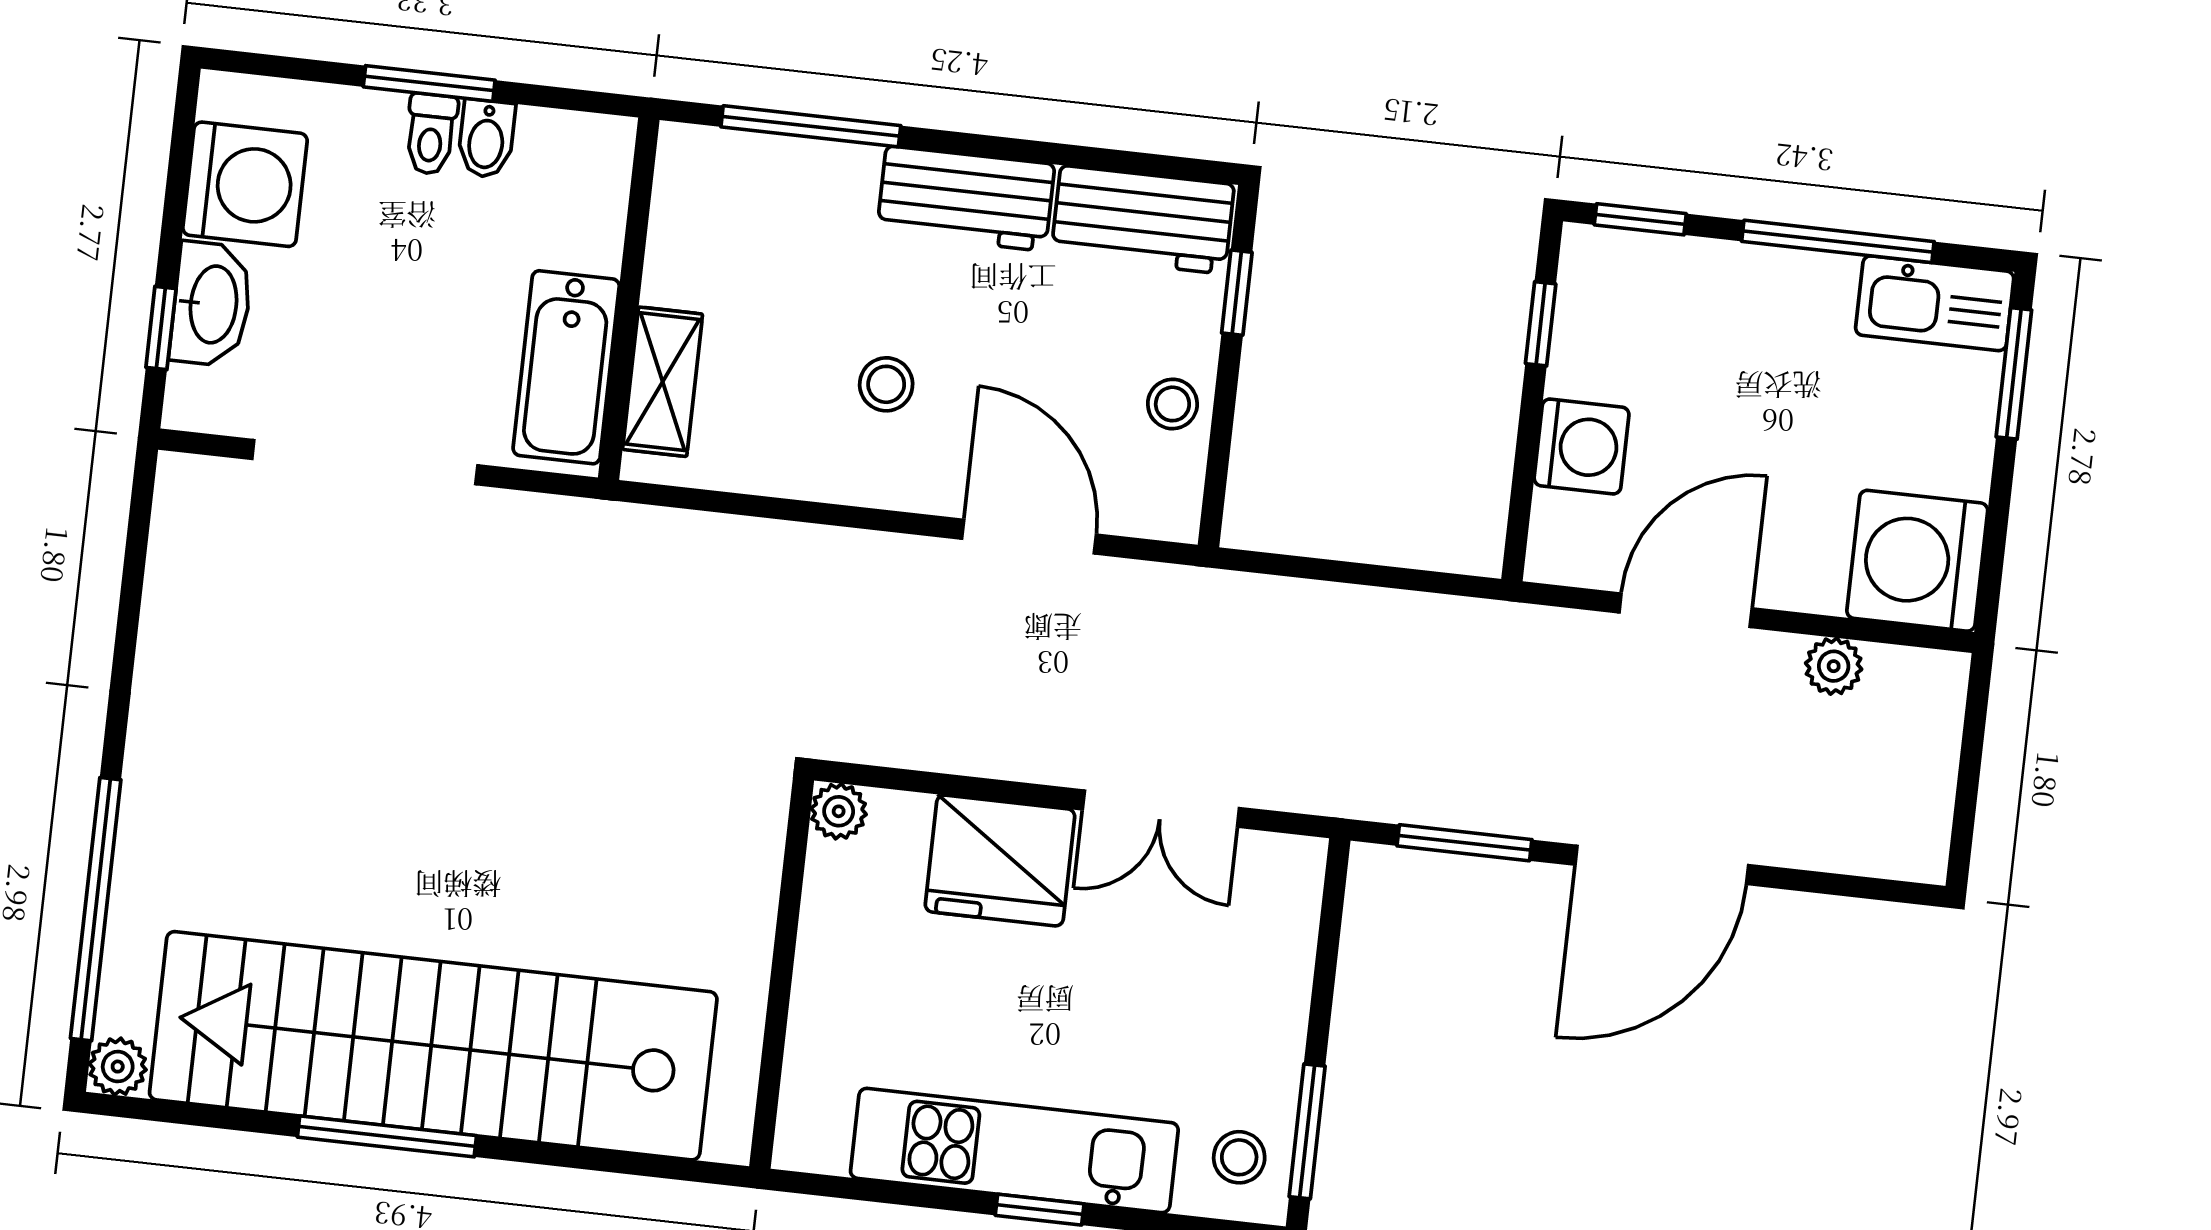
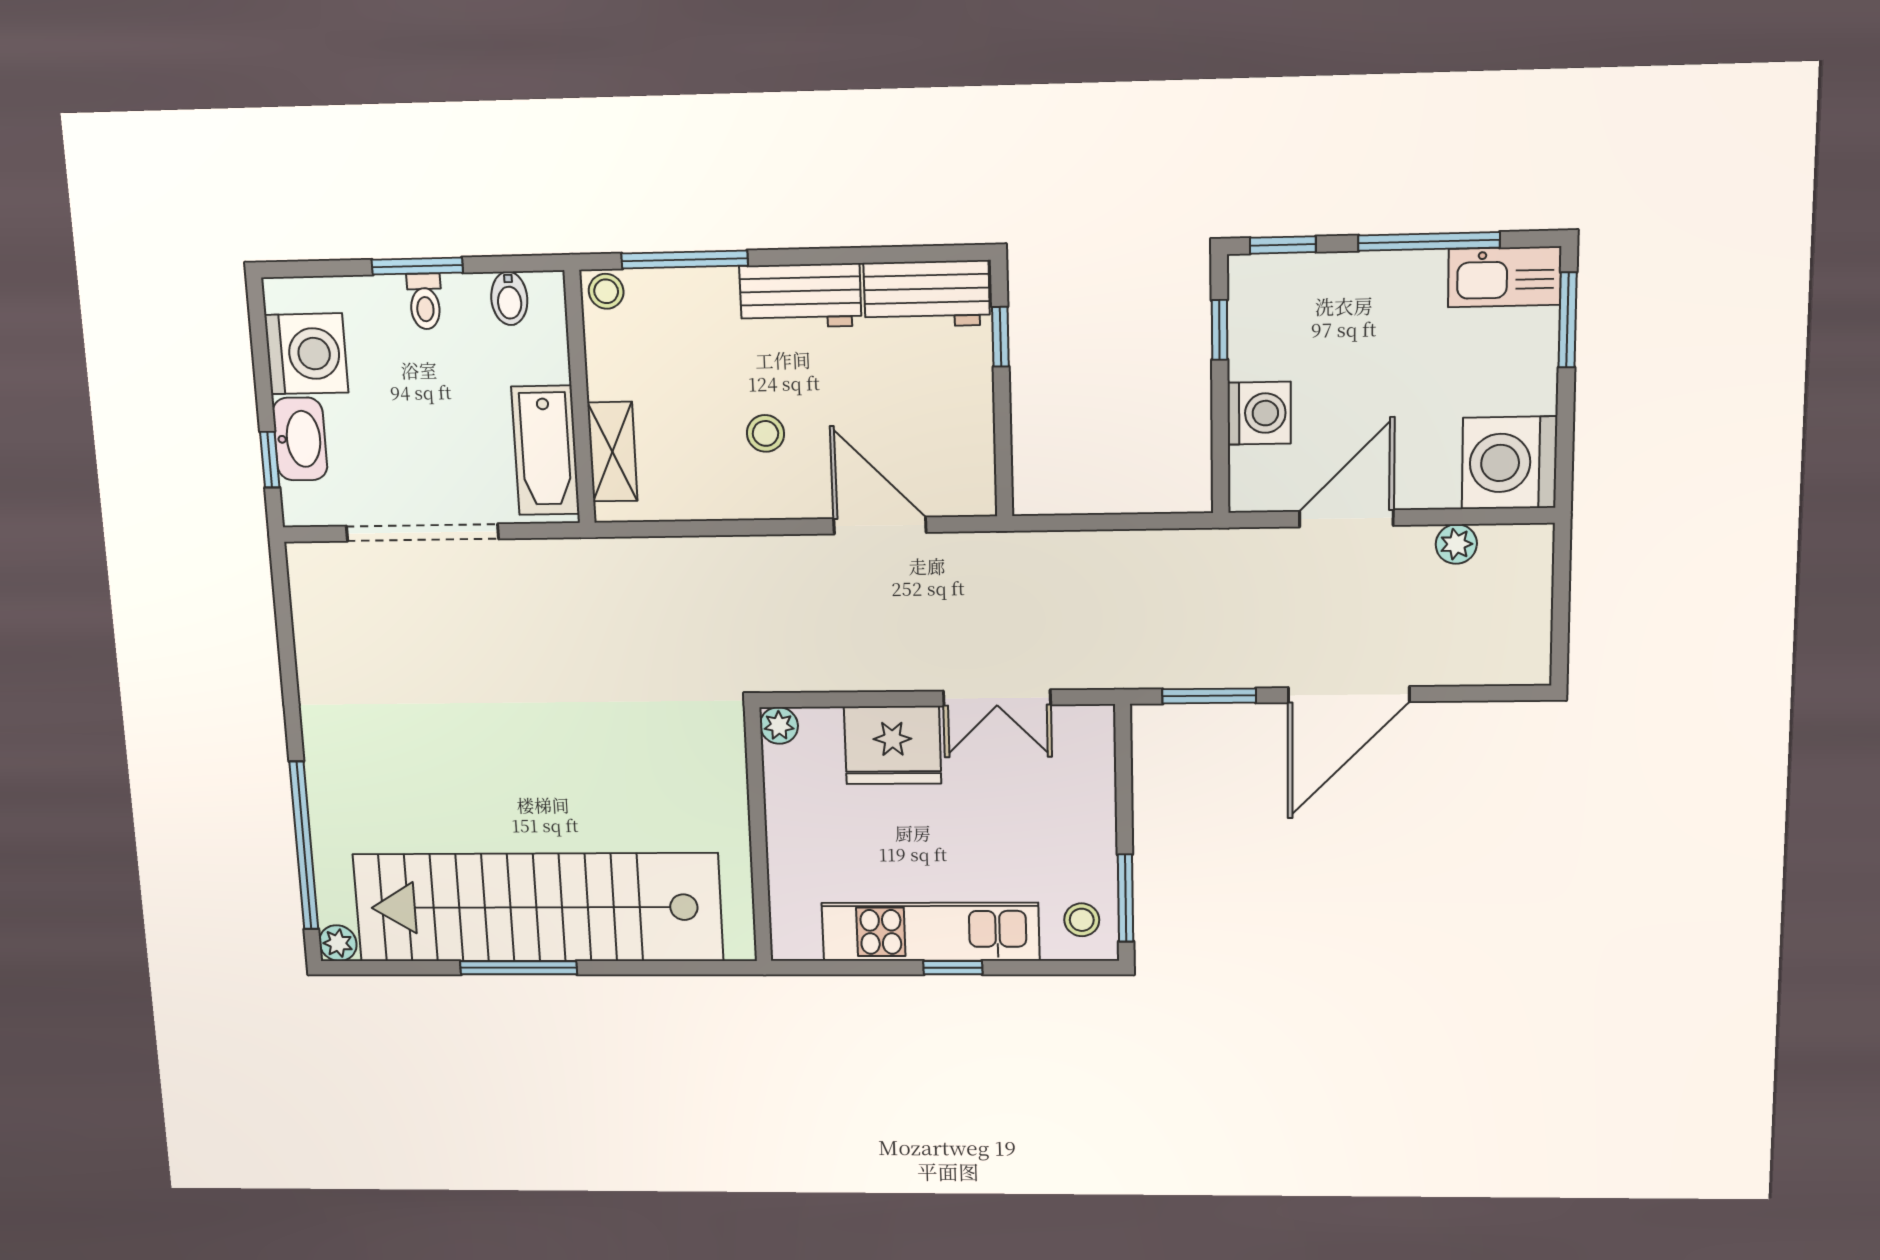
bidet: (486, 139) -> (509, 298), moved
stool: (1172, 404) -> (606, 291), moved

